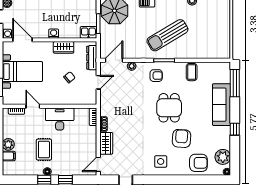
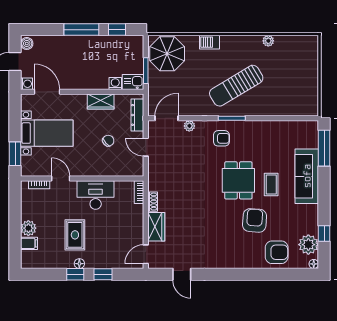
washing machine: (54, 34) -> (115, 84), moved
coffee table: (192, 72) -> (271, 185), moved
door: (98, 82) -> (146, 147), swing flipped
window: (235, 129) -> (324, 234), moved
side table: (161, 161) -> (227, 250), removed

